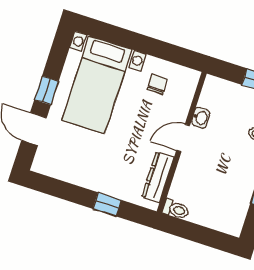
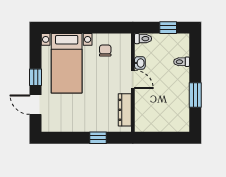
door: (183, 138) -> (133, 79), swing flipped
toilet: (176, 209) -> (143, 39), moved

